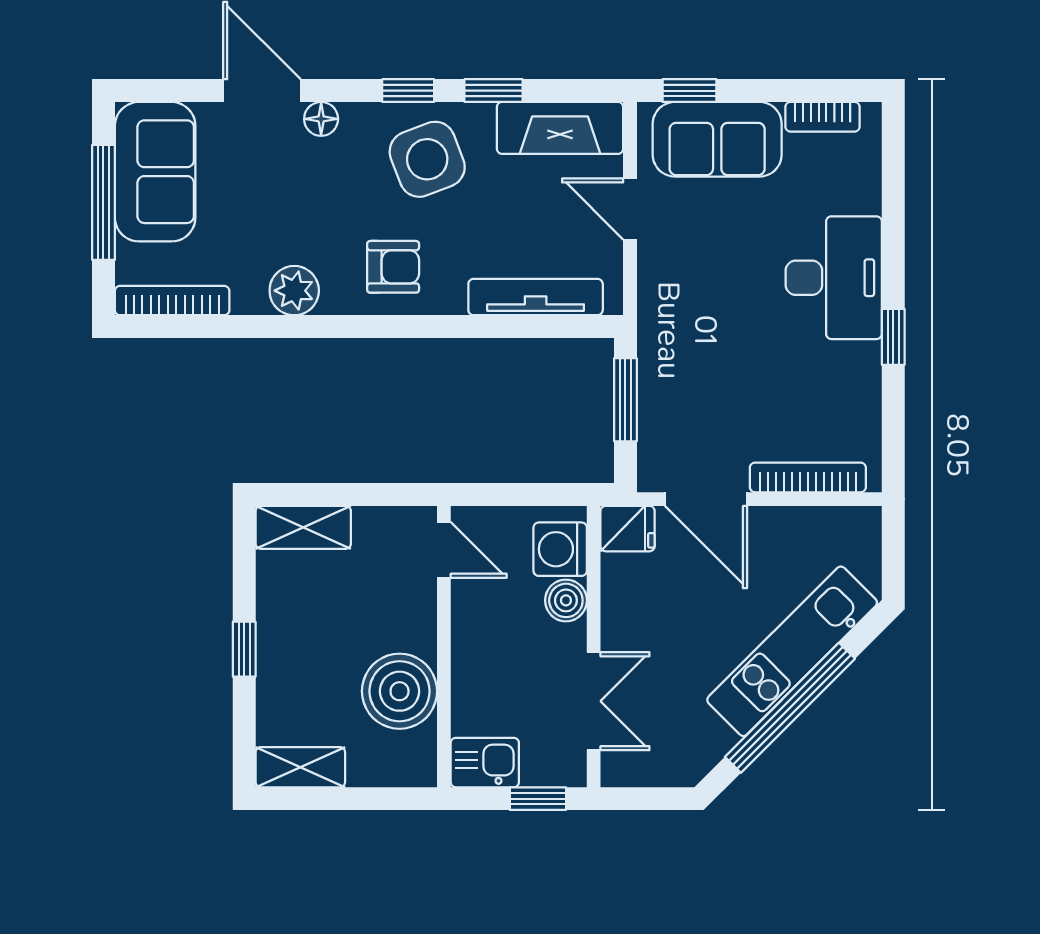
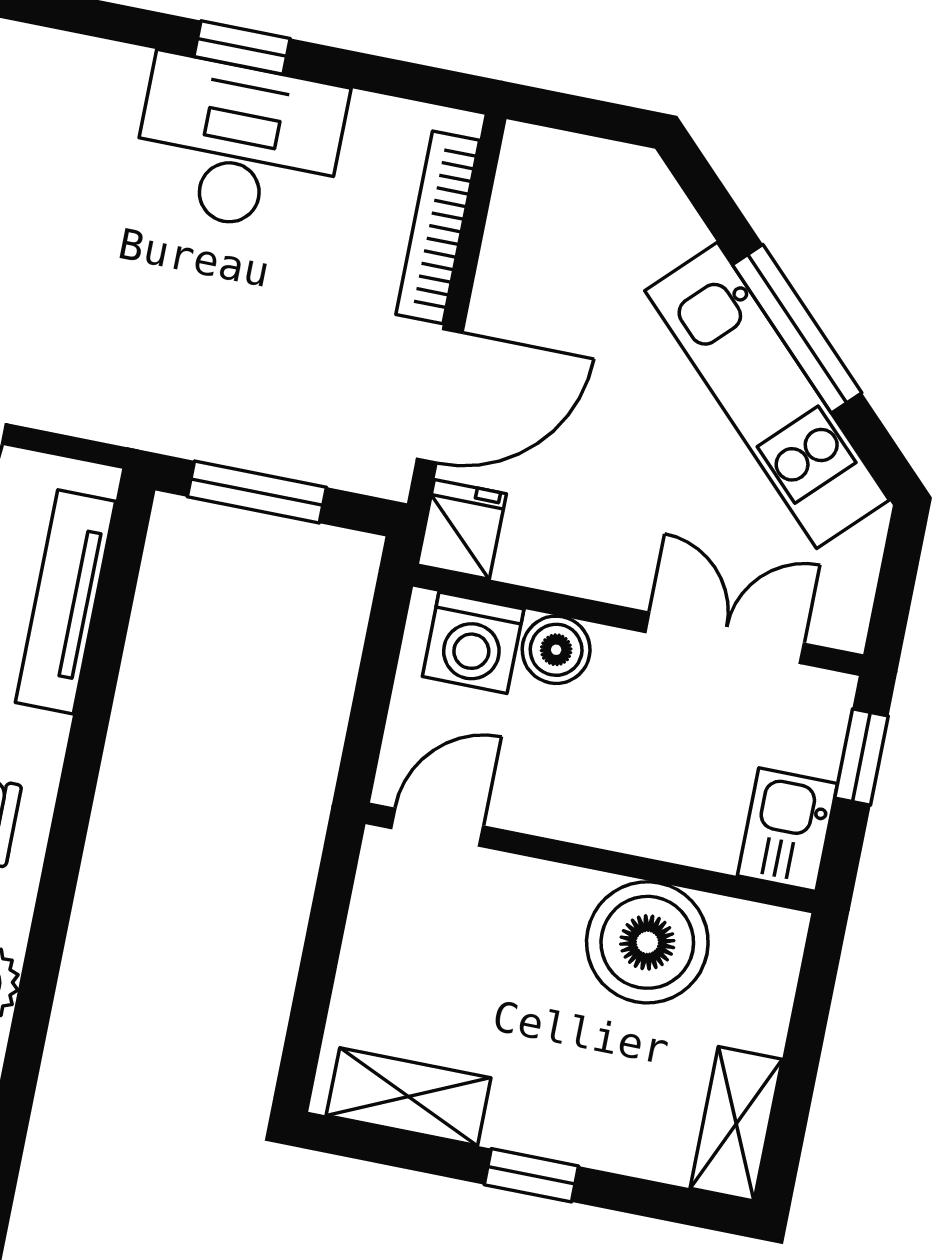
desk: (834, 278) -> (239, 145), moved
shelving: (303, 527) -> (409, 1097), moved, turned 90
kitchen unit: (792, 651) -> (767, 395), moved
window: (790, 708) -> (797, 329), width x0.68

